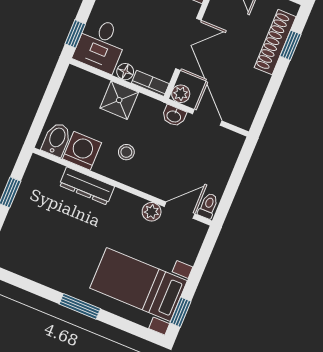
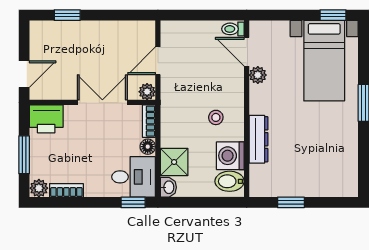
shoe rack: (275, 42) -> (70, 29), removed
shower: (119, 100) -> (174, 162), moved
washbasin: (174, 116) -> (168, 187), moved

